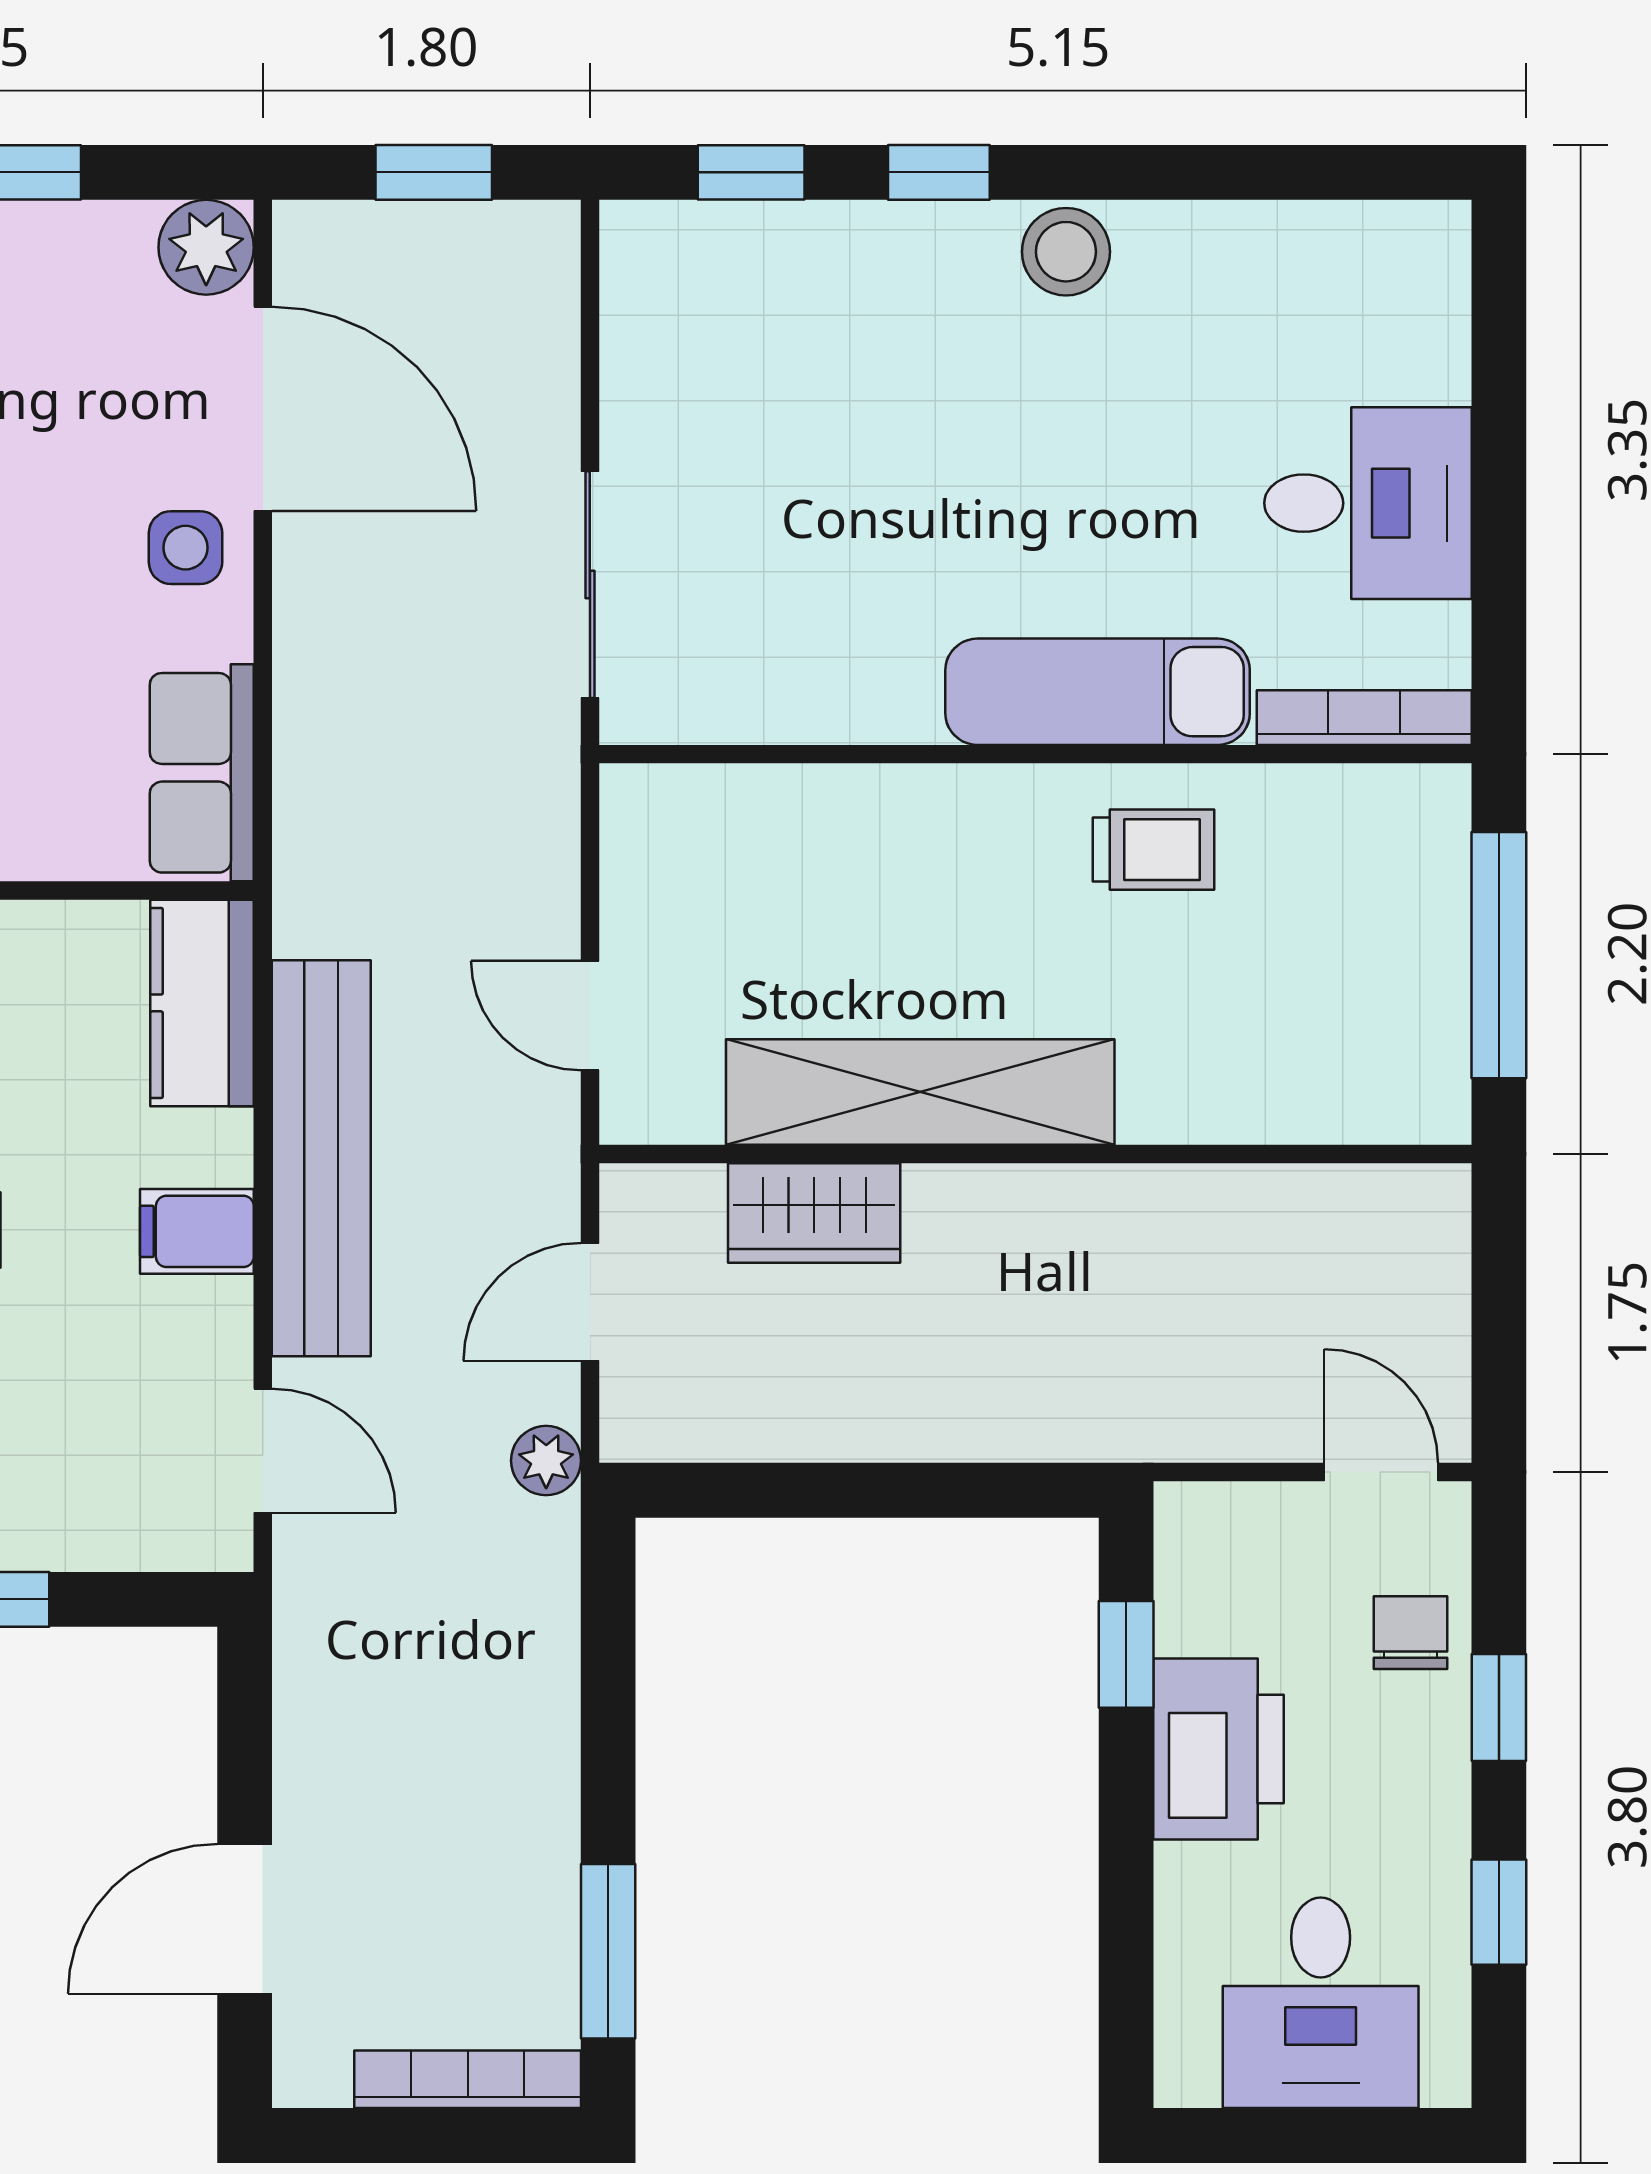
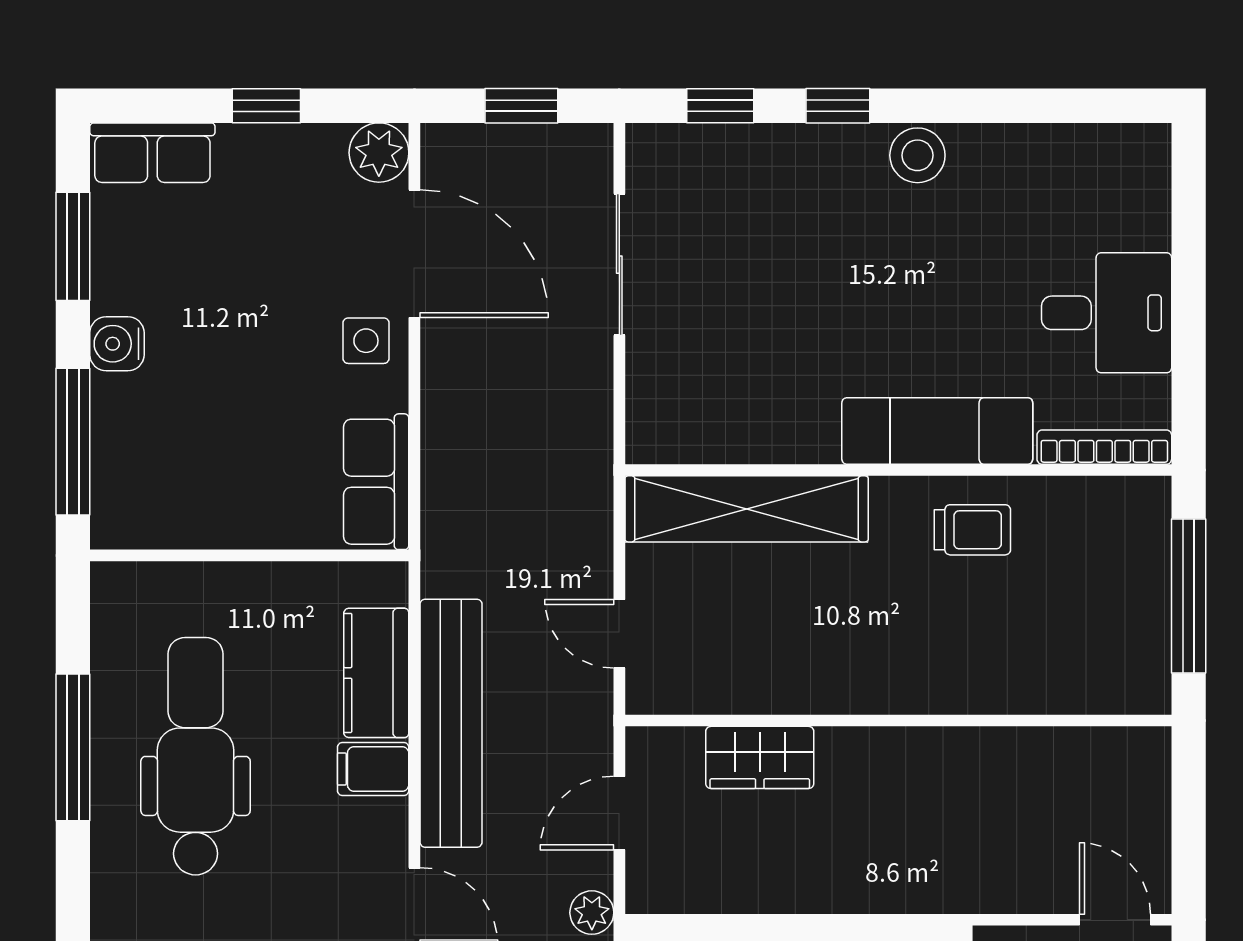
sliding door: (590, 585) -> (619, 265), moved
kitchen counter: (202, 1003) -> (376, 673), moved
shelving: (920, 1092) -> (747, 509), moved

